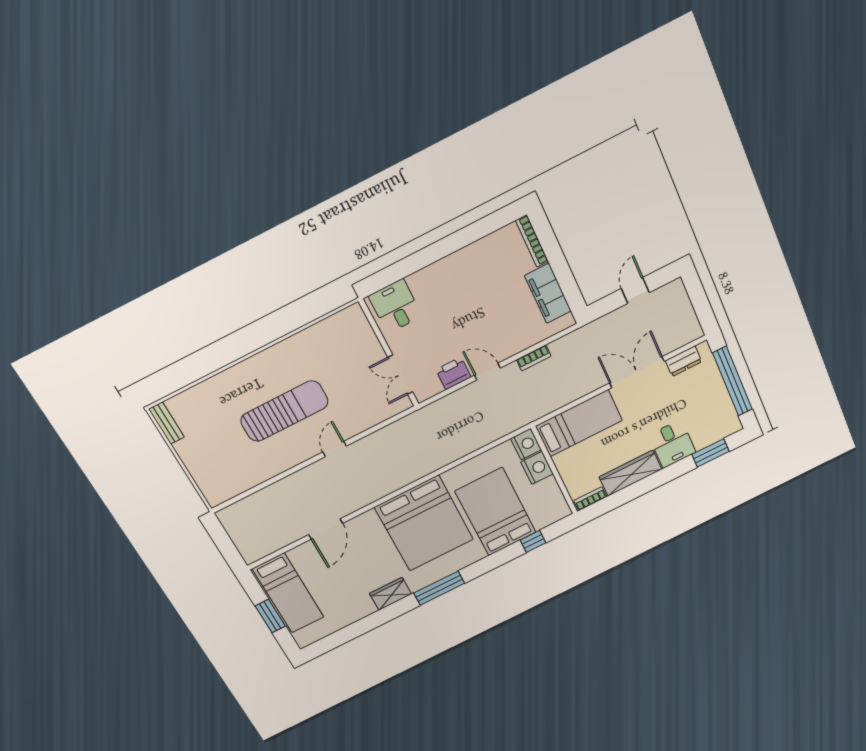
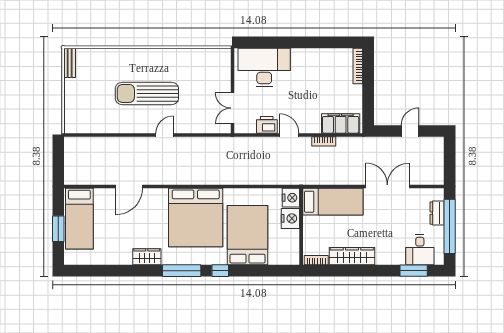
filing cabinet: (548, 293) -> (341, 123), moved, turned 90
desk: (395, 306) -> (264, 68), width x1.87, depth x1.30
dresser: (684, 361) -> (437, 213), moved, turned 90
sun lounger: (284, 411) -> (147, 93), turned 180
desk: (672, 444) -> (420, 250), moved
window: (533, 541) -> (220, 271), moved

